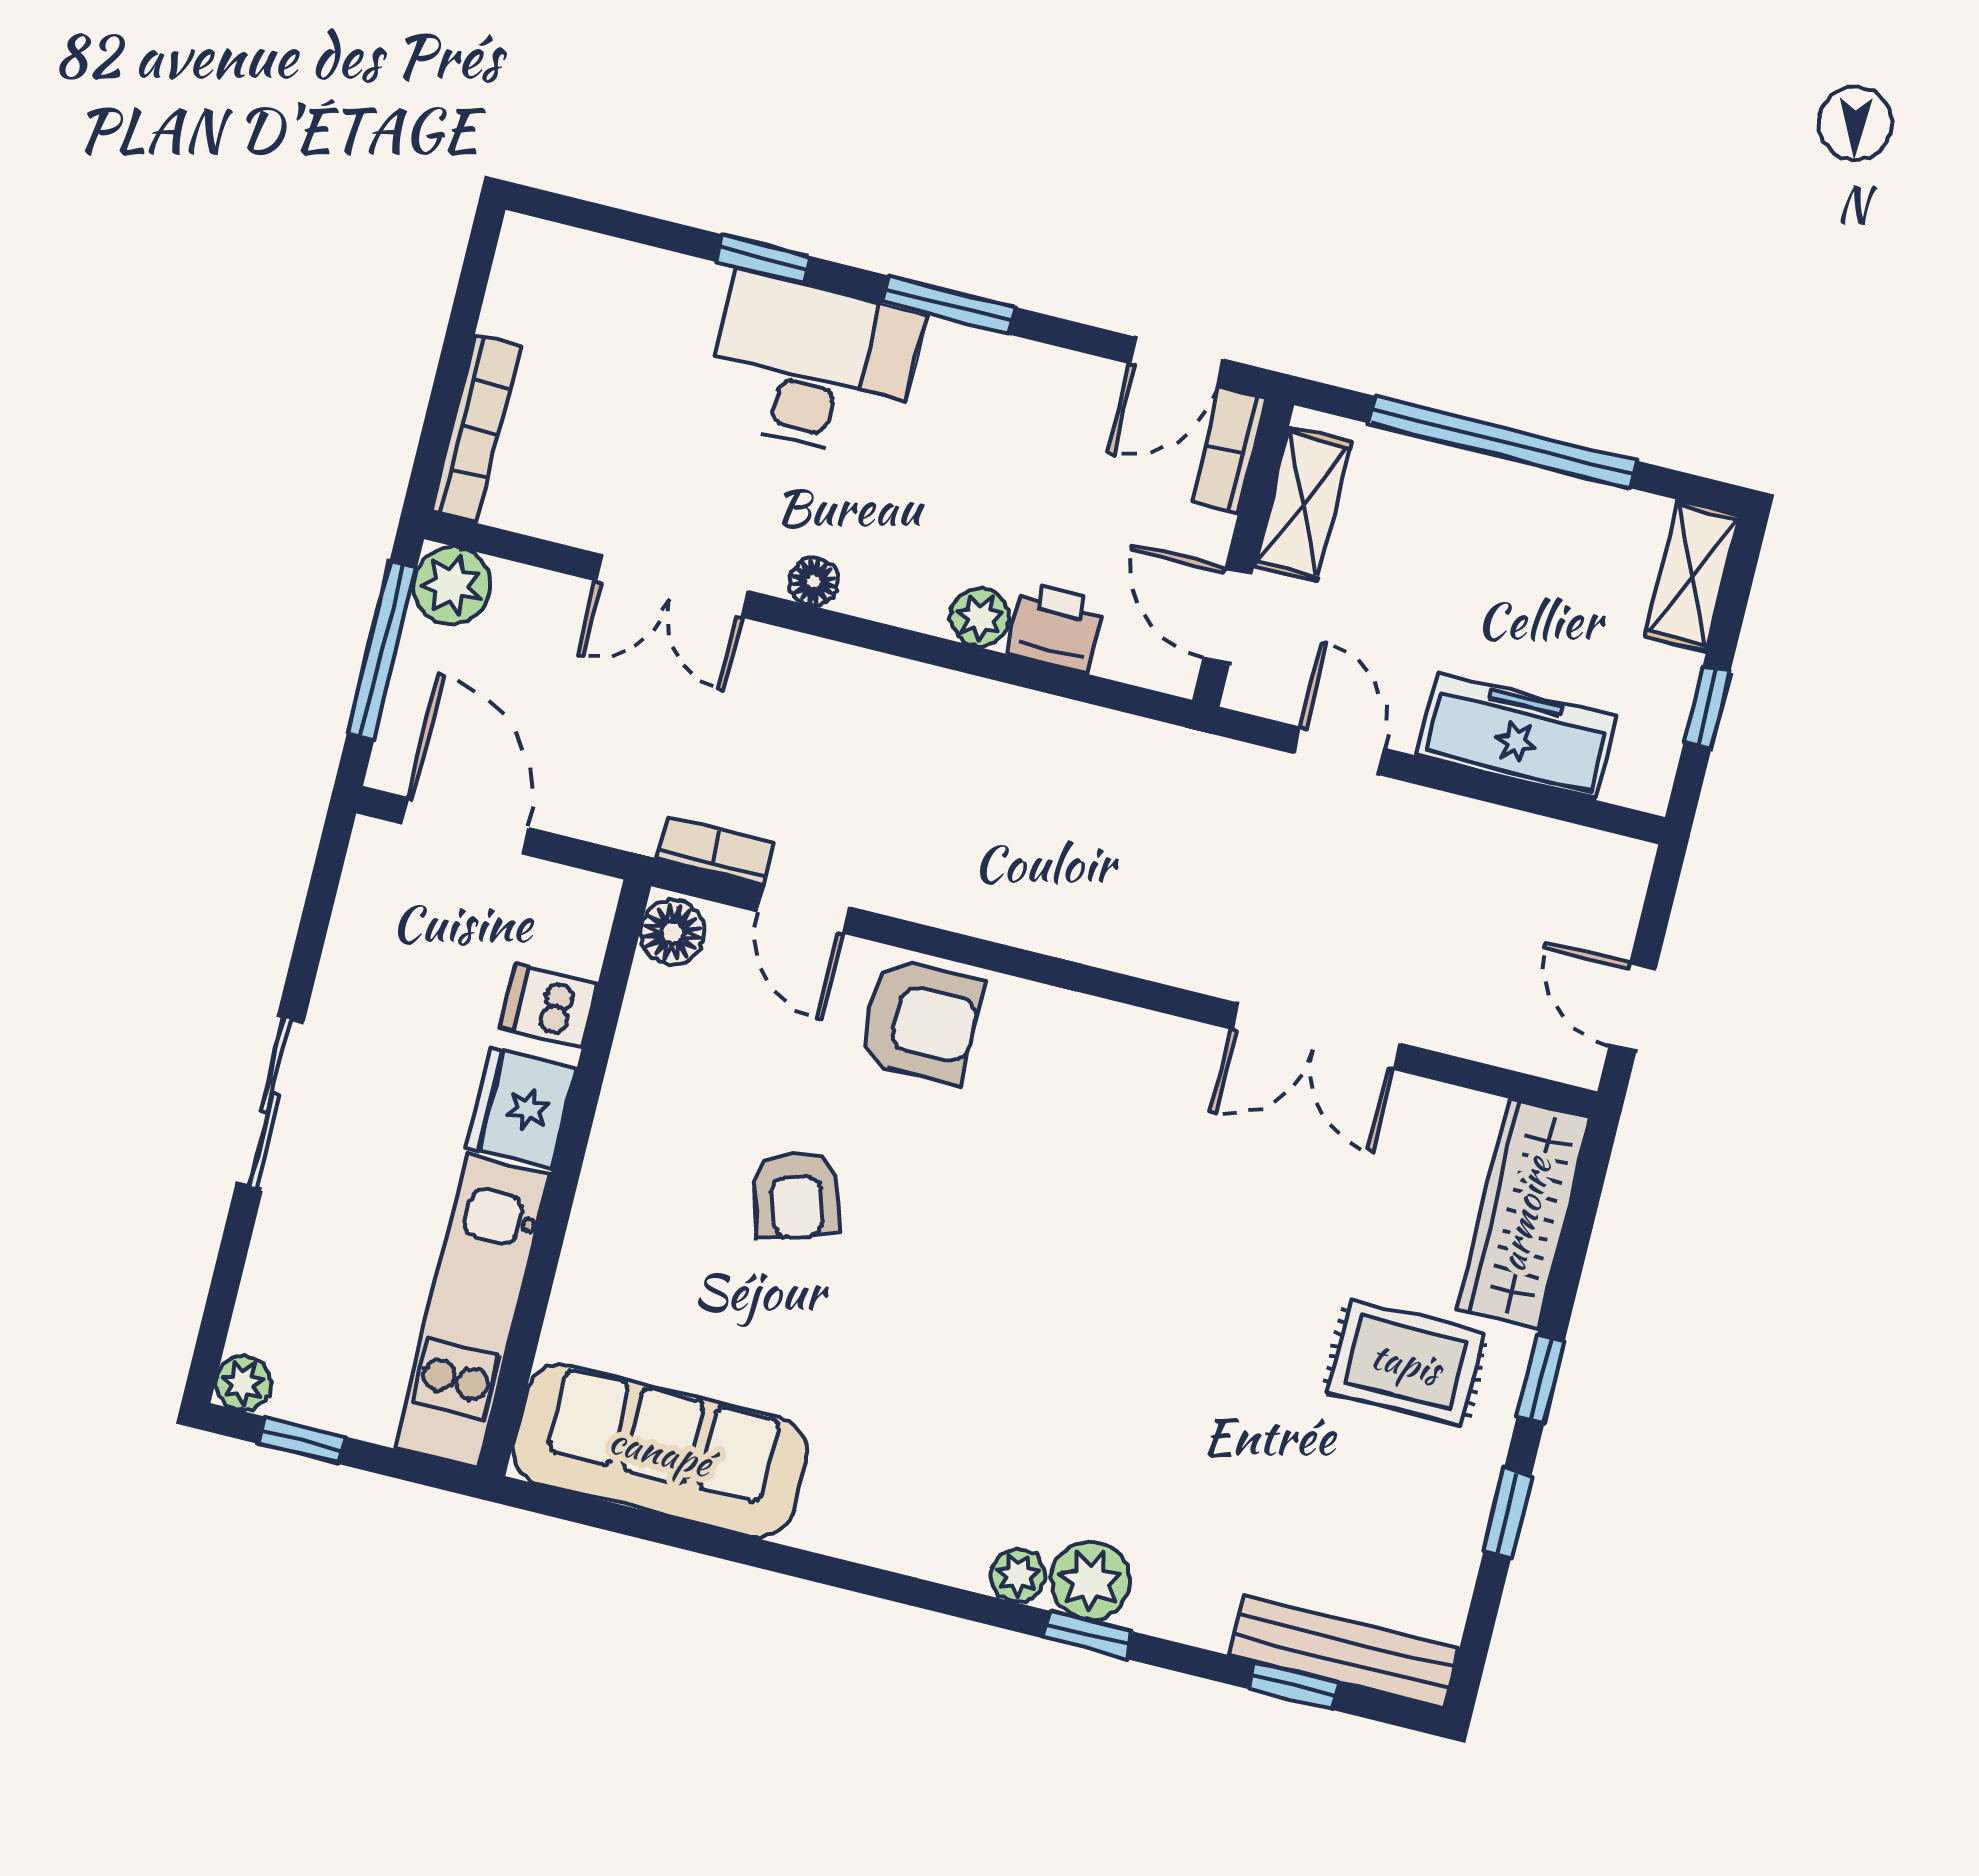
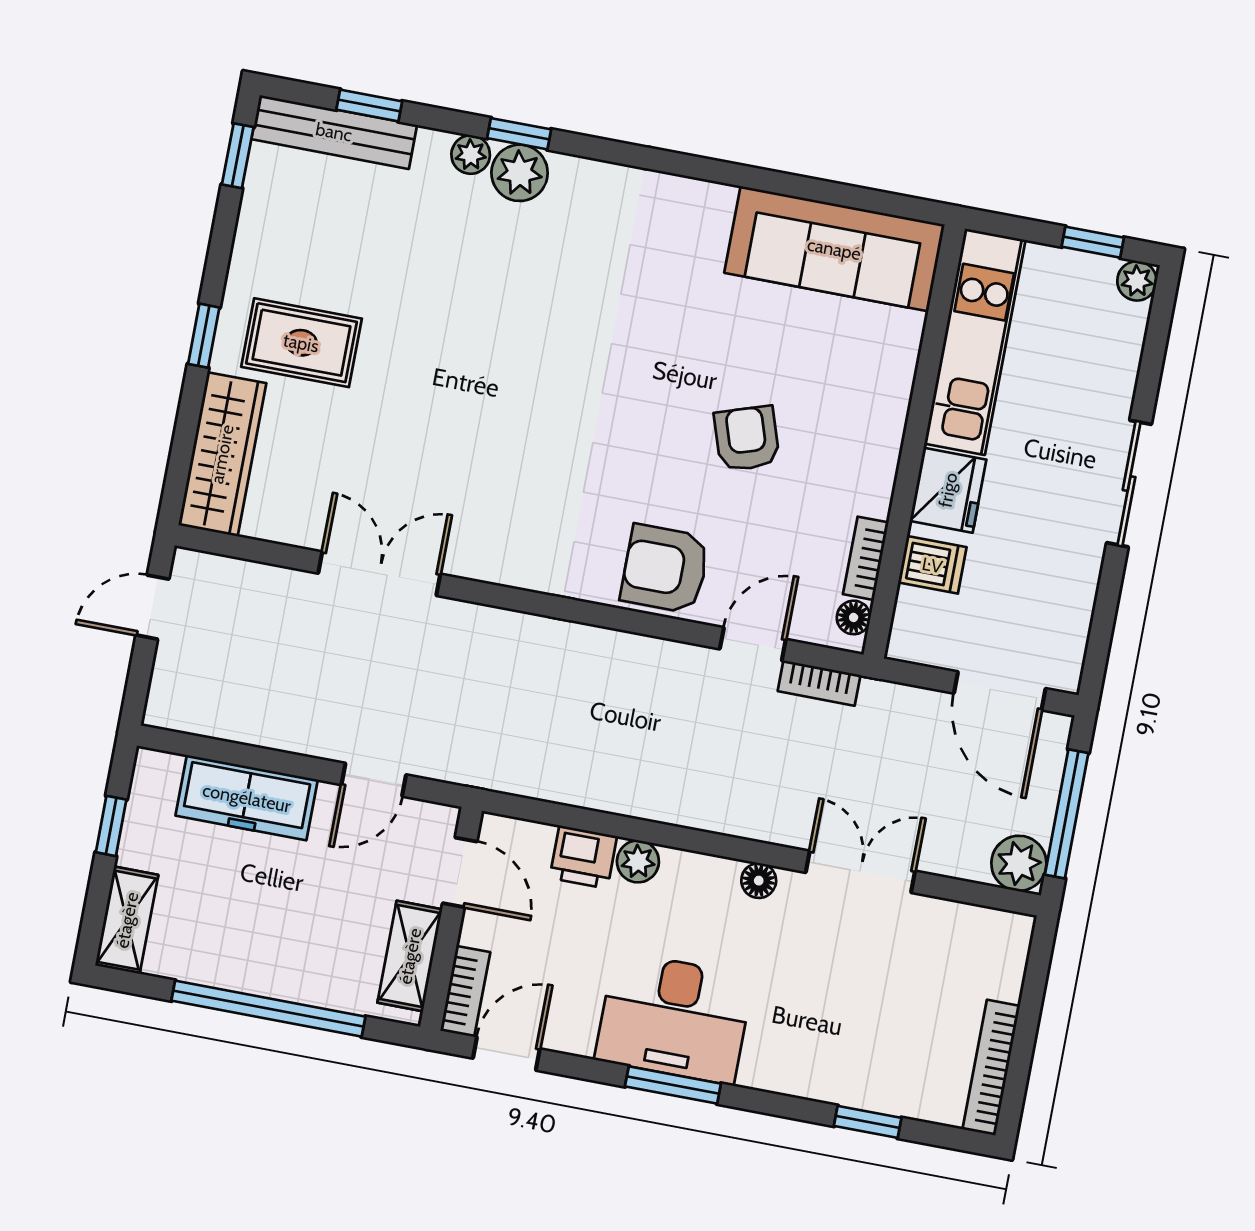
window: (764, 259) -> (868, 1122), moved
desk: (813, 366) -> (674, 1018), moved
bookcase: (476, 428) -> (991, 1068), moved
door: (1339, 751) -> (374, 780), hinge flipped
door: (804, 910) -> (753, 644), hinge flipped
floor lamp: (673, 932) -> (854, 617), width x0.73, depth x0.73
door: (1633, 1007) -> (152, 607), swing flipped
bookcase: (641, 1020) -> (866, 558), added
window: (1507, 1513) -> (238, 156), moved
plant: (1018, 1575) -> (471, 155), moved

